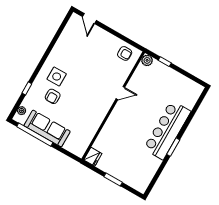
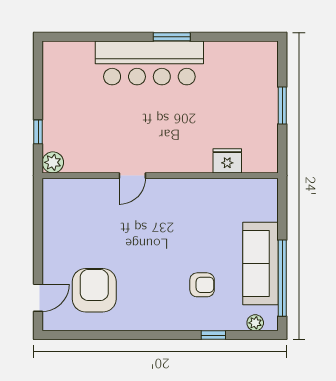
armchair: (125, 53) -> (94, 290), moved, width x1.88, depth x1.88
side table: (57, 77) -> (165, 297), removed
door: (120, 93) -> (132, 176), swing flipped
fridge: (93, 157) -> (227, 161), moved

